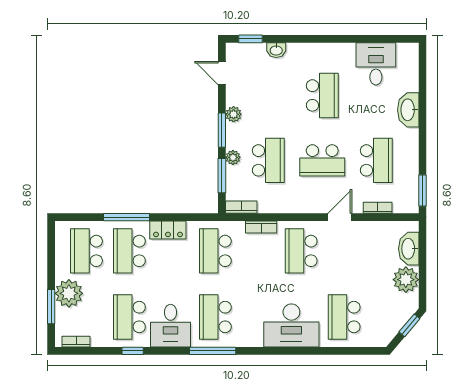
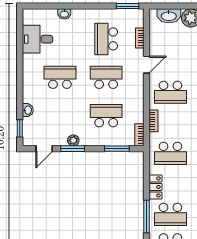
washbasin: (408, 110) -> (64, 14), width x0.52, depth x0.69
window: (222, 130) -> (73, 149), moved
plant: (233, 157) -> (104, 141), removed
school desk: (322, 160) -> (106, 77), turned -90
school desk: (376, 160) -> (106, 39), turned -90
door: (340, 217) -> (146, 65), swing flipped

